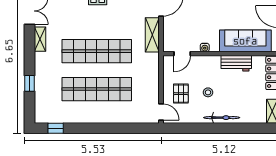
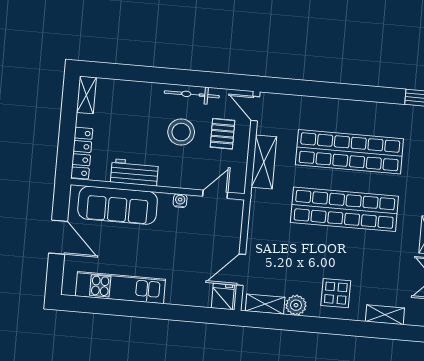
shelving: (152, 35) -> (264, 162), moved
stool: (208, 92) -> (181, 132), width x1.89, depth x1.89
bicycle: (222, 118) -> (192, 94), moved

